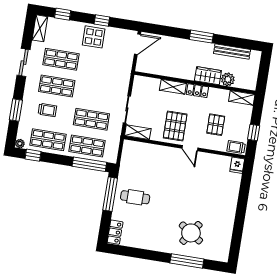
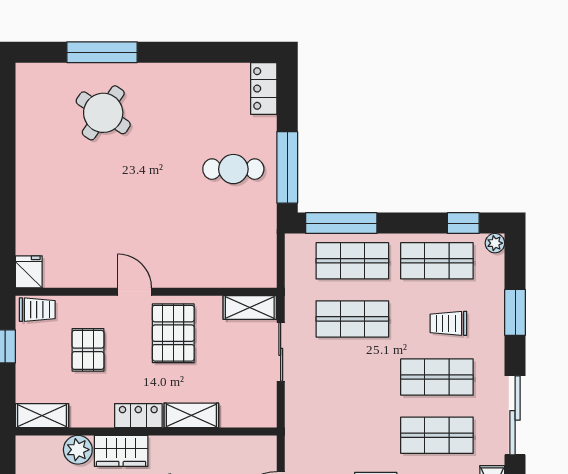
sliding door: (24, 63) -> (515, 415), width x1.37

